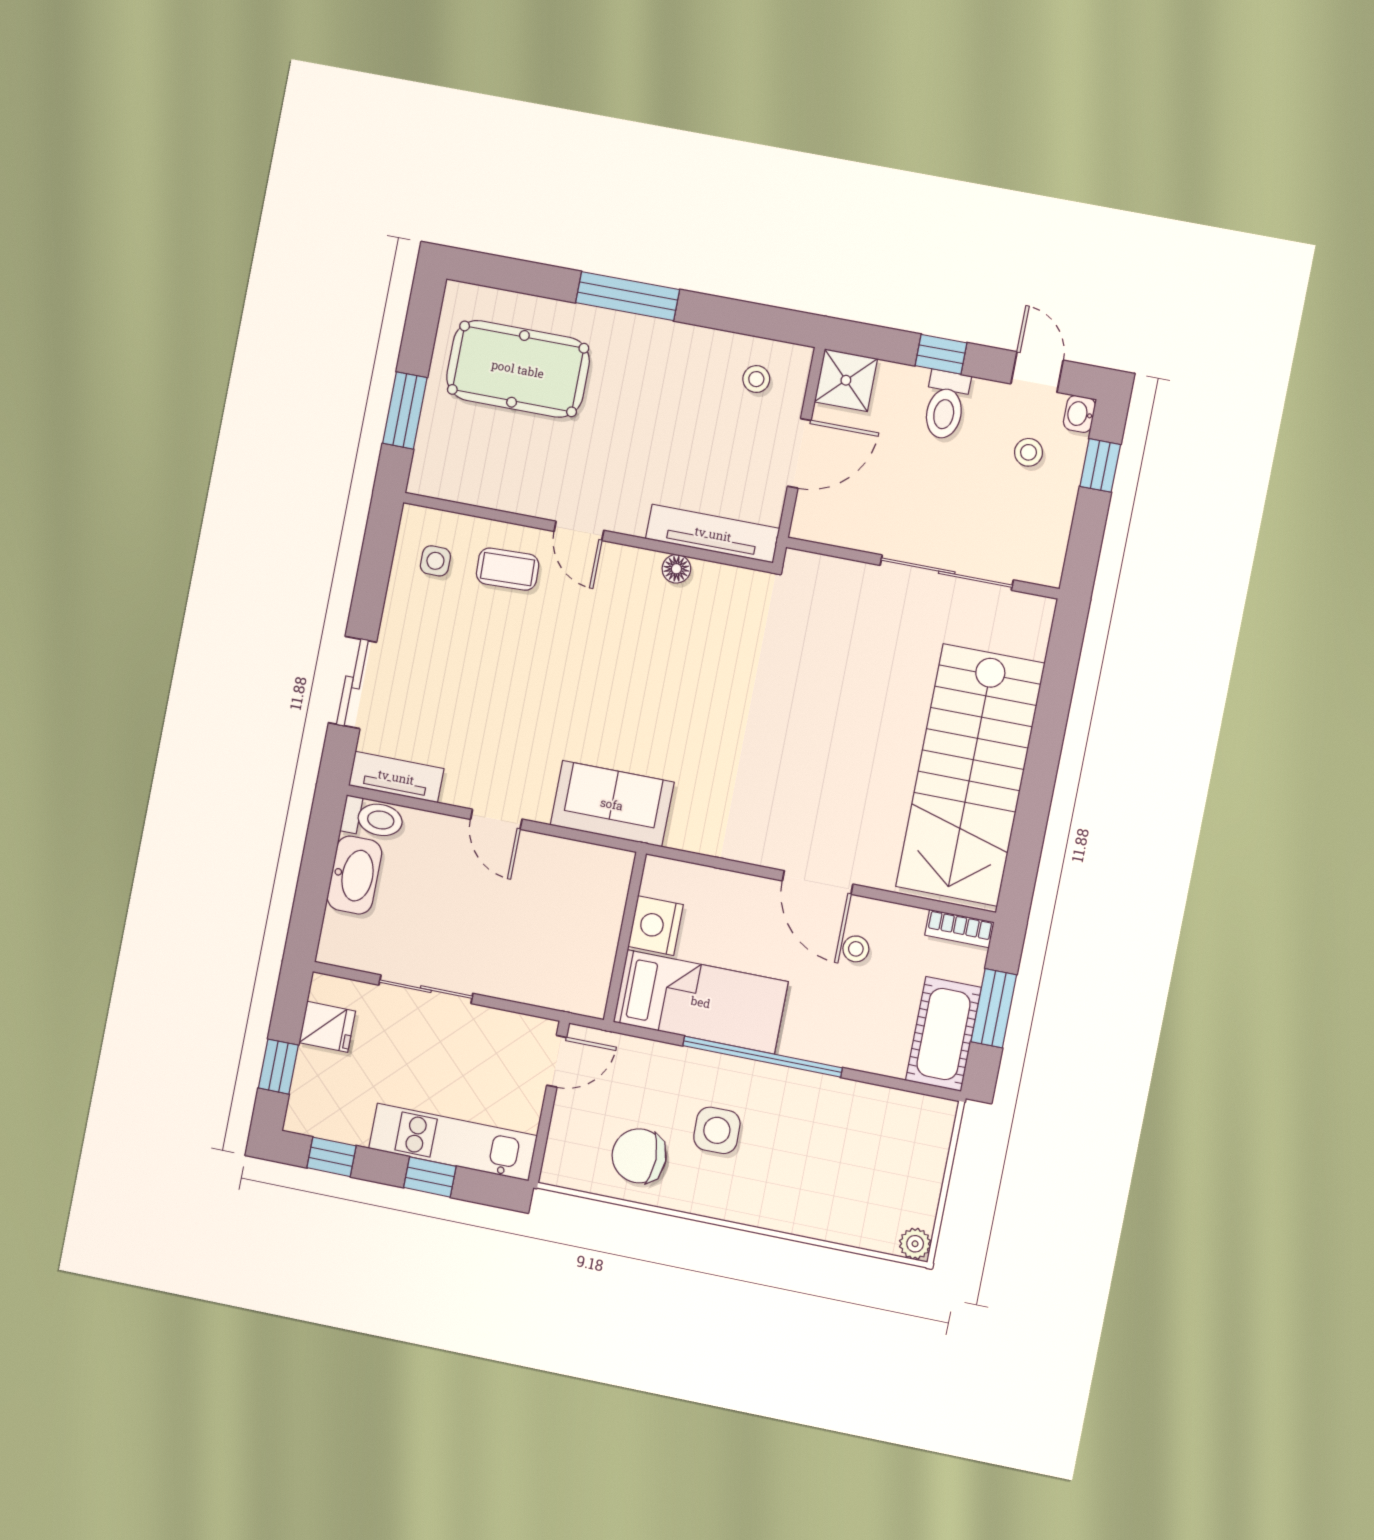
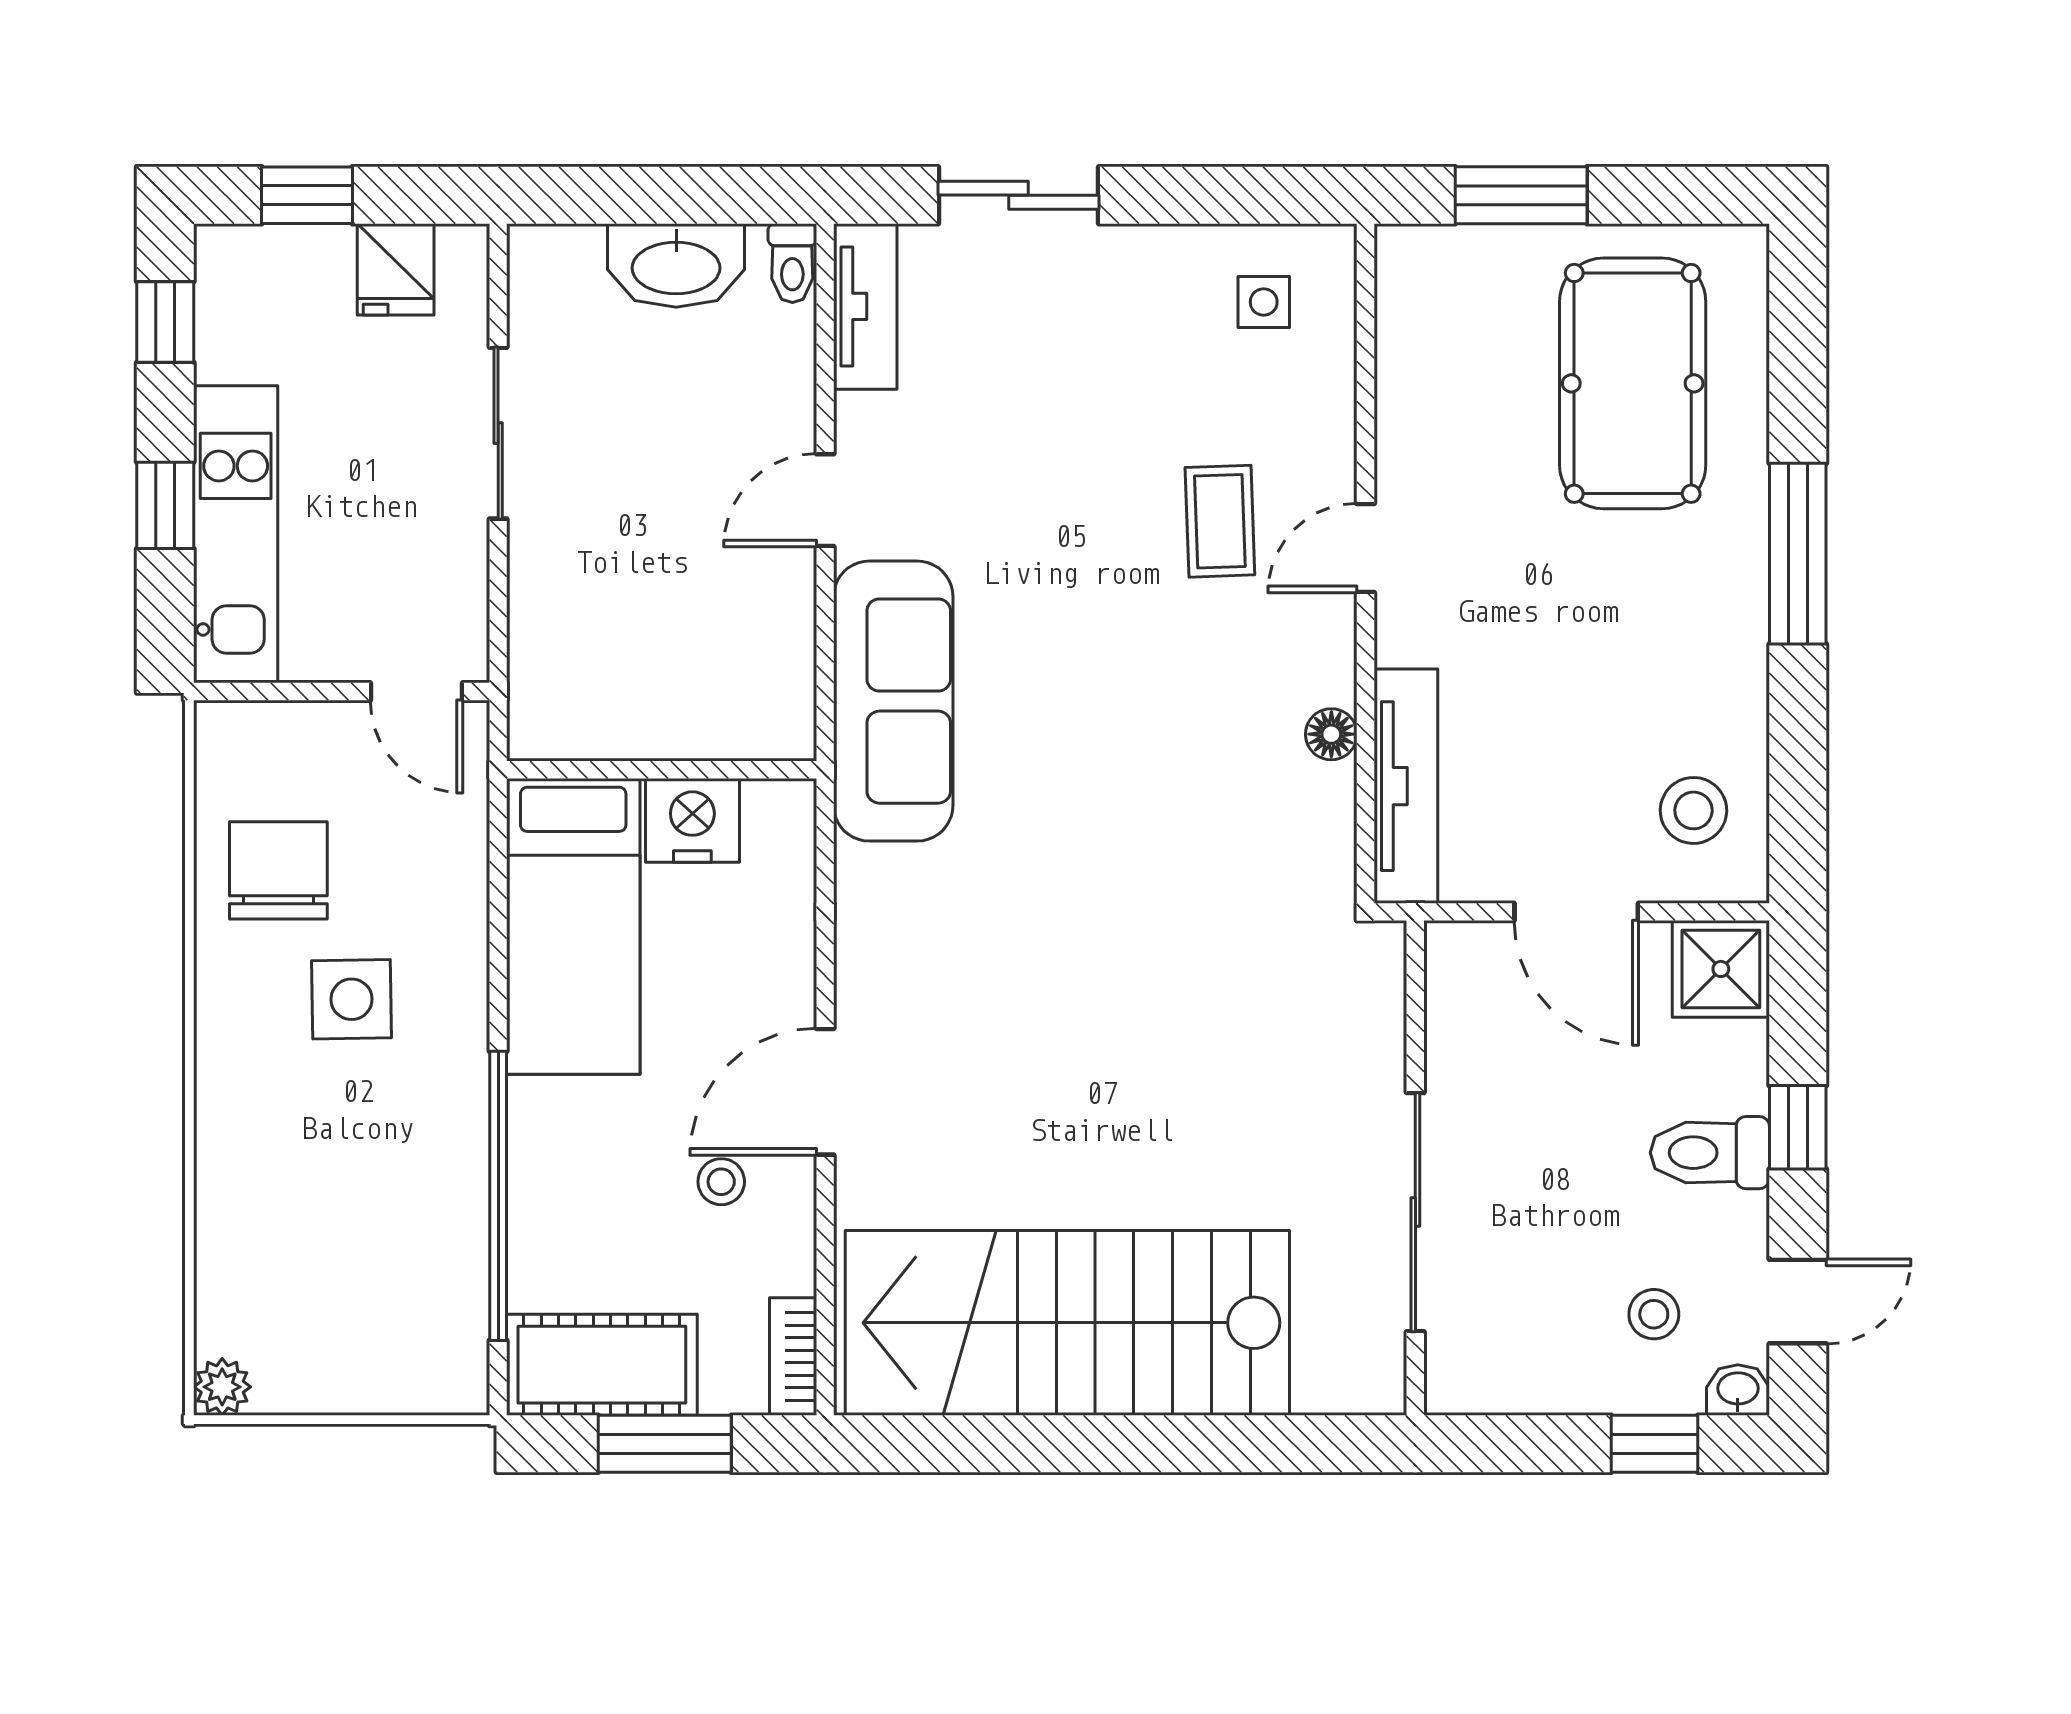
stool: (756, 379) -> (1693, 810), width x1.37, depth x1.37
coffee table: (508, 569) -> (1220, 521), moved
sofa: (612, 804) -> (893, 701), width x1.36
toilet: (373, 818) -> (792, 263), width x0.73, depth x0.72
window: (763, 1057) -> (498, 1196), moved

